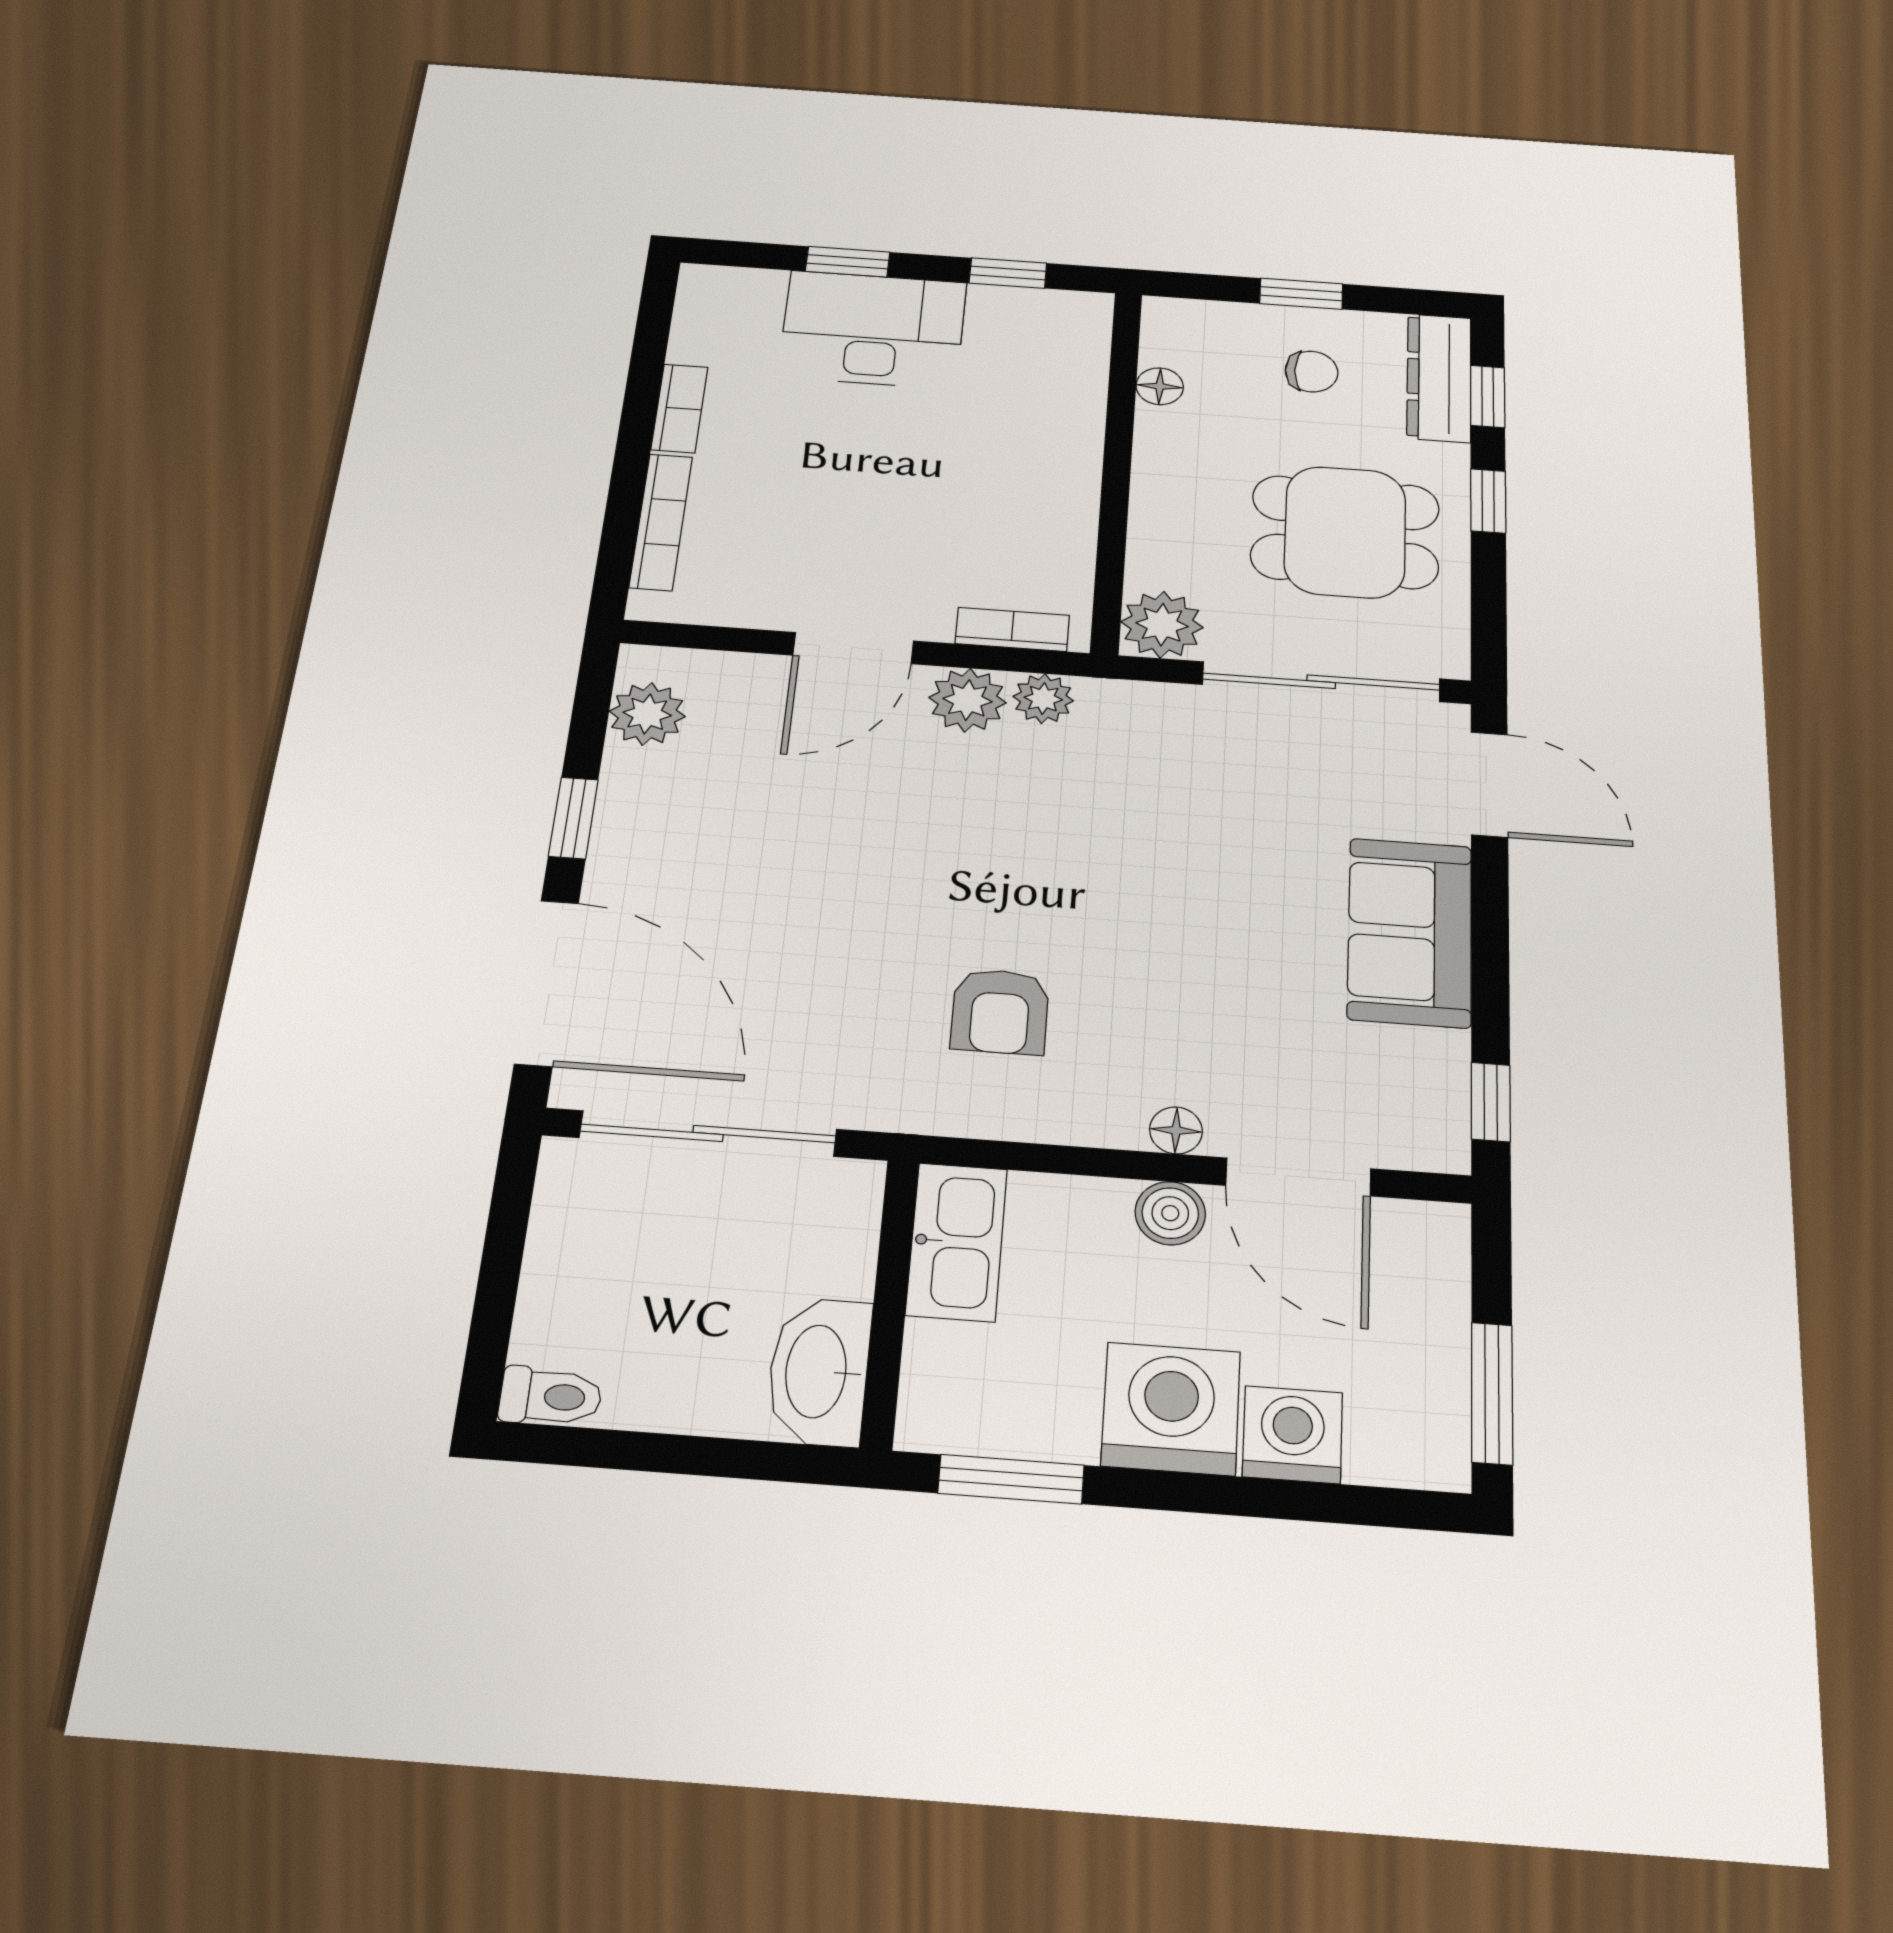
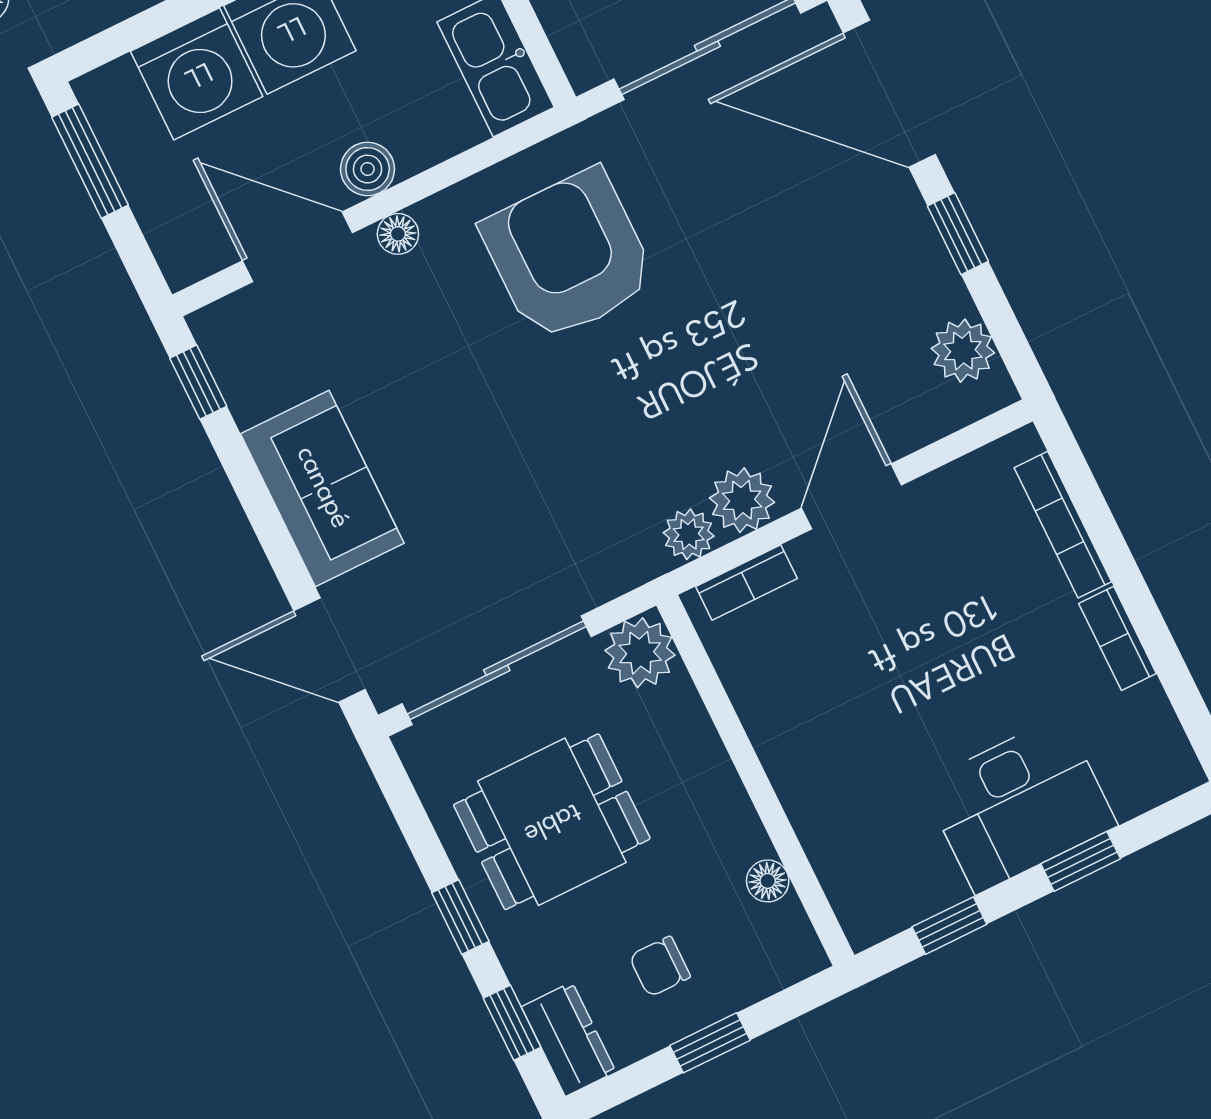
dresser: (1439, 378) -> (569, 1039), width x0.70
armchair: (1000, 1011) -> (568, 255), width x1.88, depth x1.88
washing machine: (1293, 1435) -> (197, 74), width x1.37, depth x1.37

